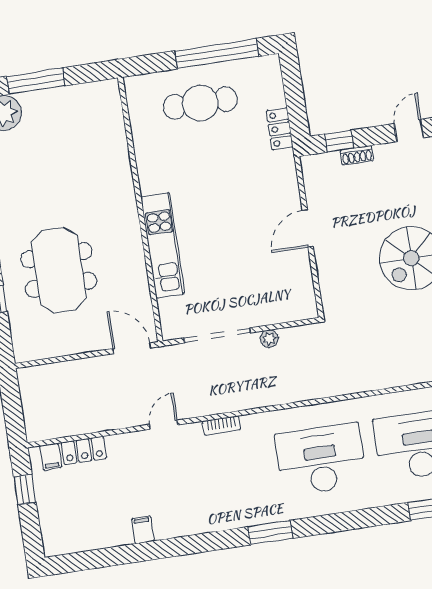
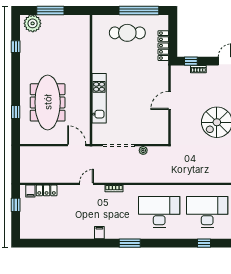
locker: (280, 129) -> (163, 46), width x1.53
meeting table: (59, 270) -> (48, 102), width x1.36
filing cabinet: (143, 530) -> (99, 233), moved

